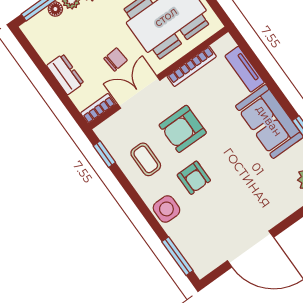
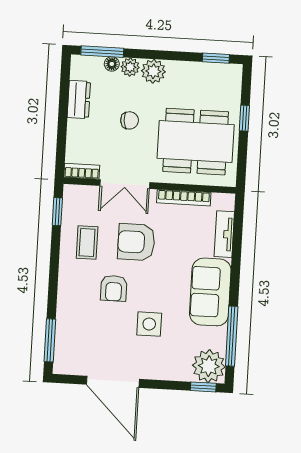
chair: (116, 59) -> (130, 120), moved
dresser: (65, 74) -> (79, 99), moved
double door: (139, 92) -> (125, 184), swing flipped
side table: (166, 209) -> (149, 324), moved

